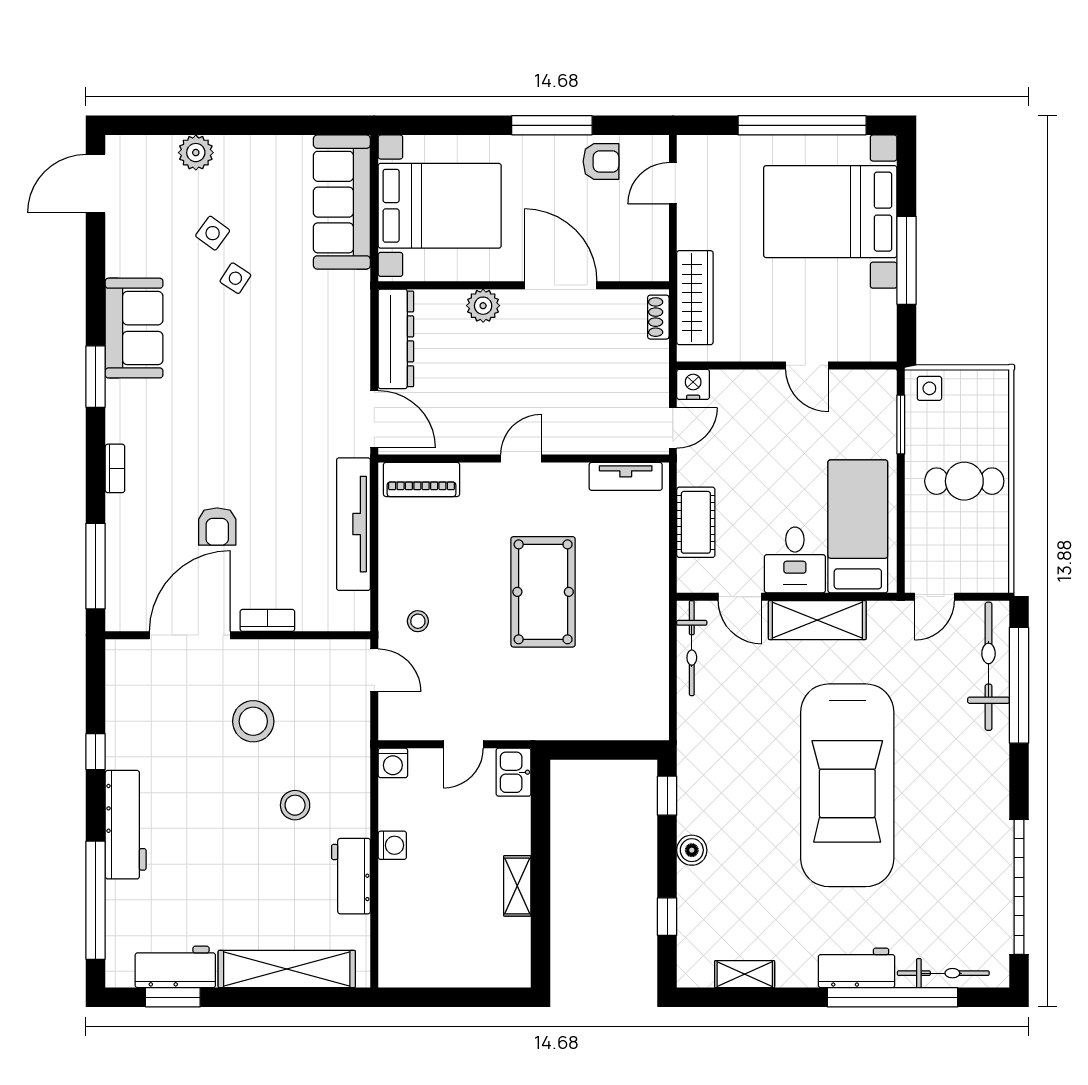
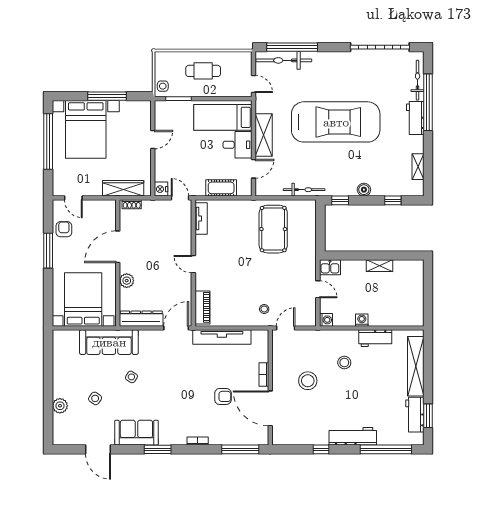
door: (96, 184) -> (98, 449), moved
sofa: (342, 202) -> (109, 342), moved
side table: (235, 278) -> (131, 377), moved
cafe table: (964, 481) -> (203, 71), turned 90
pool table: (543, 592) -> (273, 229), moved, turned 90
bicycle: (692, 648) -> (304, 190), moved

